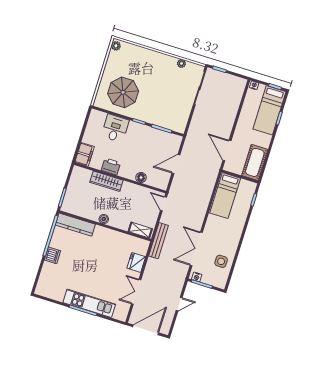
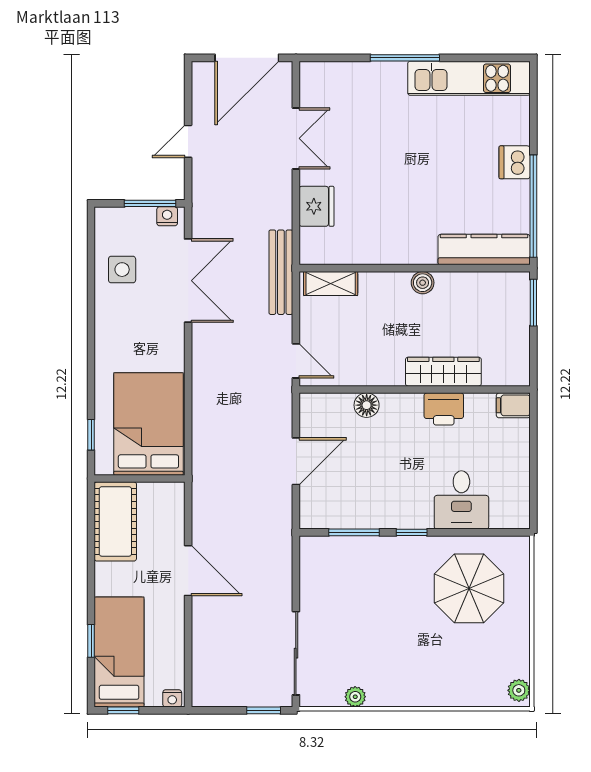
door: (227, 151) -> (188, 571), moved
filing cabinet: (85, 154) -> (513, 405), width x0.50
bed: (225, 196) -> (148, 424), width x1.50
kitchen unit: (89, 303) -> (469, 78), moved

